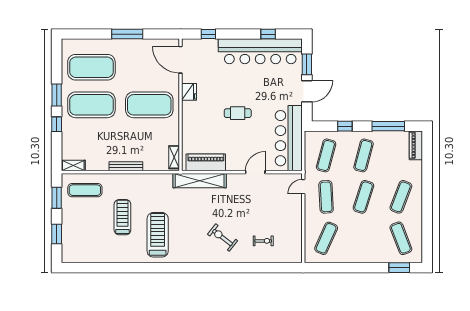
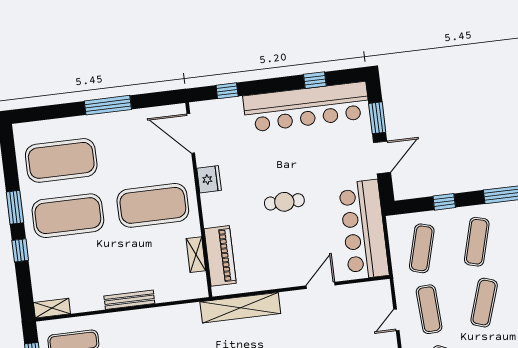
shelving: (174, 157) -> (196, 255), moved
piano: (206, 162) -> (220, 256), moved, turned 90
door: (303, 187) -> (396, 320), moved

